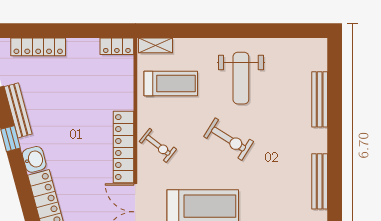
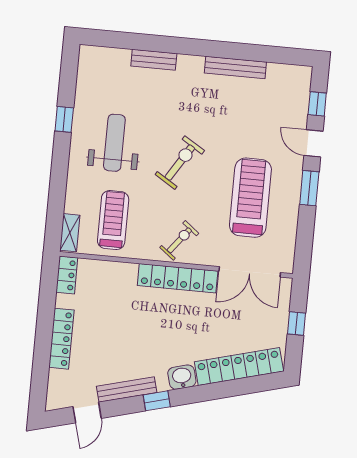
window: (258, 31) -> (64, 119), added
locker: (38, 47) -> (61, 339), moved
weight bench: (241, 78) -> (114, 143), turned -90
bench: (320, 99) -> (154, 60), width x0.73

